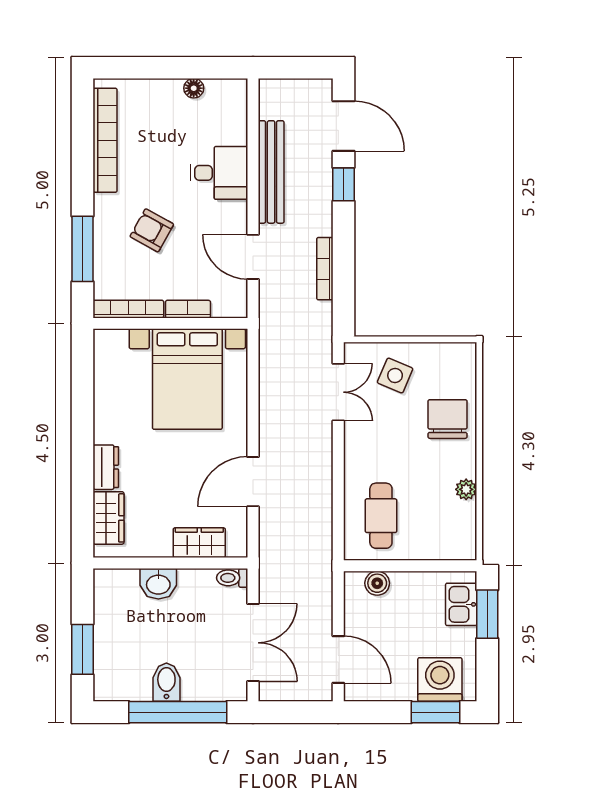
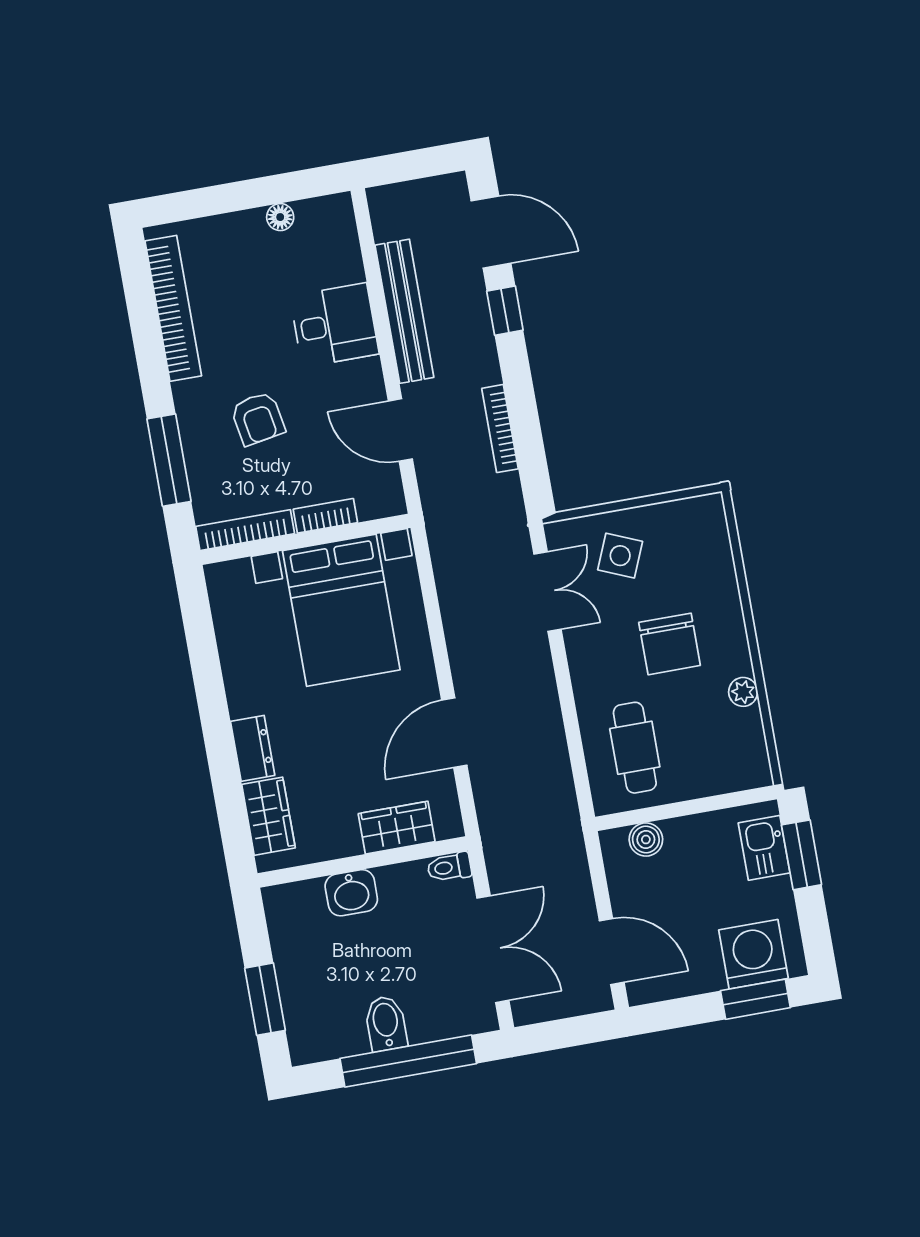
armchair: (152, 230) -> (258, 419), turned -129
chair: (448, 419) -> (670, 644), moved, turned 180

